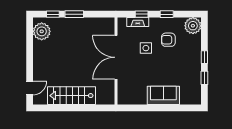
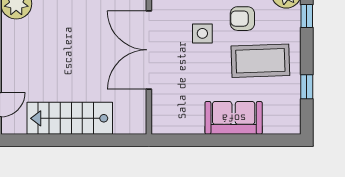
window: (204, 57) -> (307, 16), moved
coffee table: (178, 63) -> (260, 61), added

